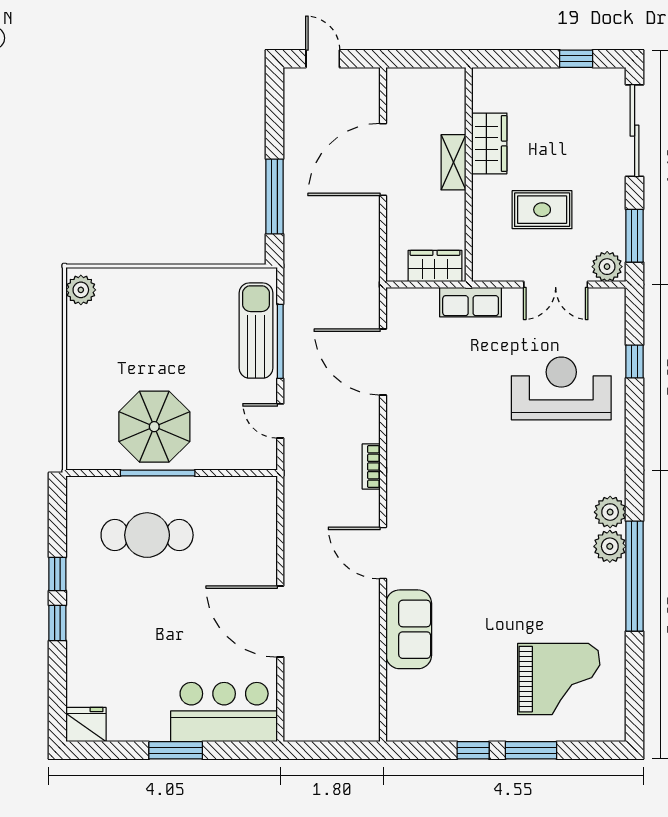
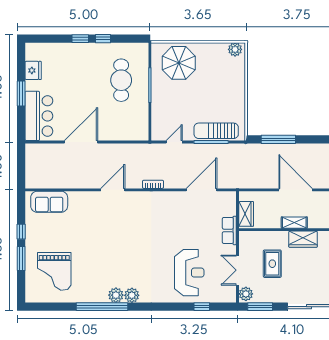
sun lounger: (256, 331) -> (216, 131), turned 180
parasol: (154, 427) -> (179, 63), moved
sofa: (409, 629) -> (49, 202), moved
fridge: (86, 725) -> (33, 70), moved

